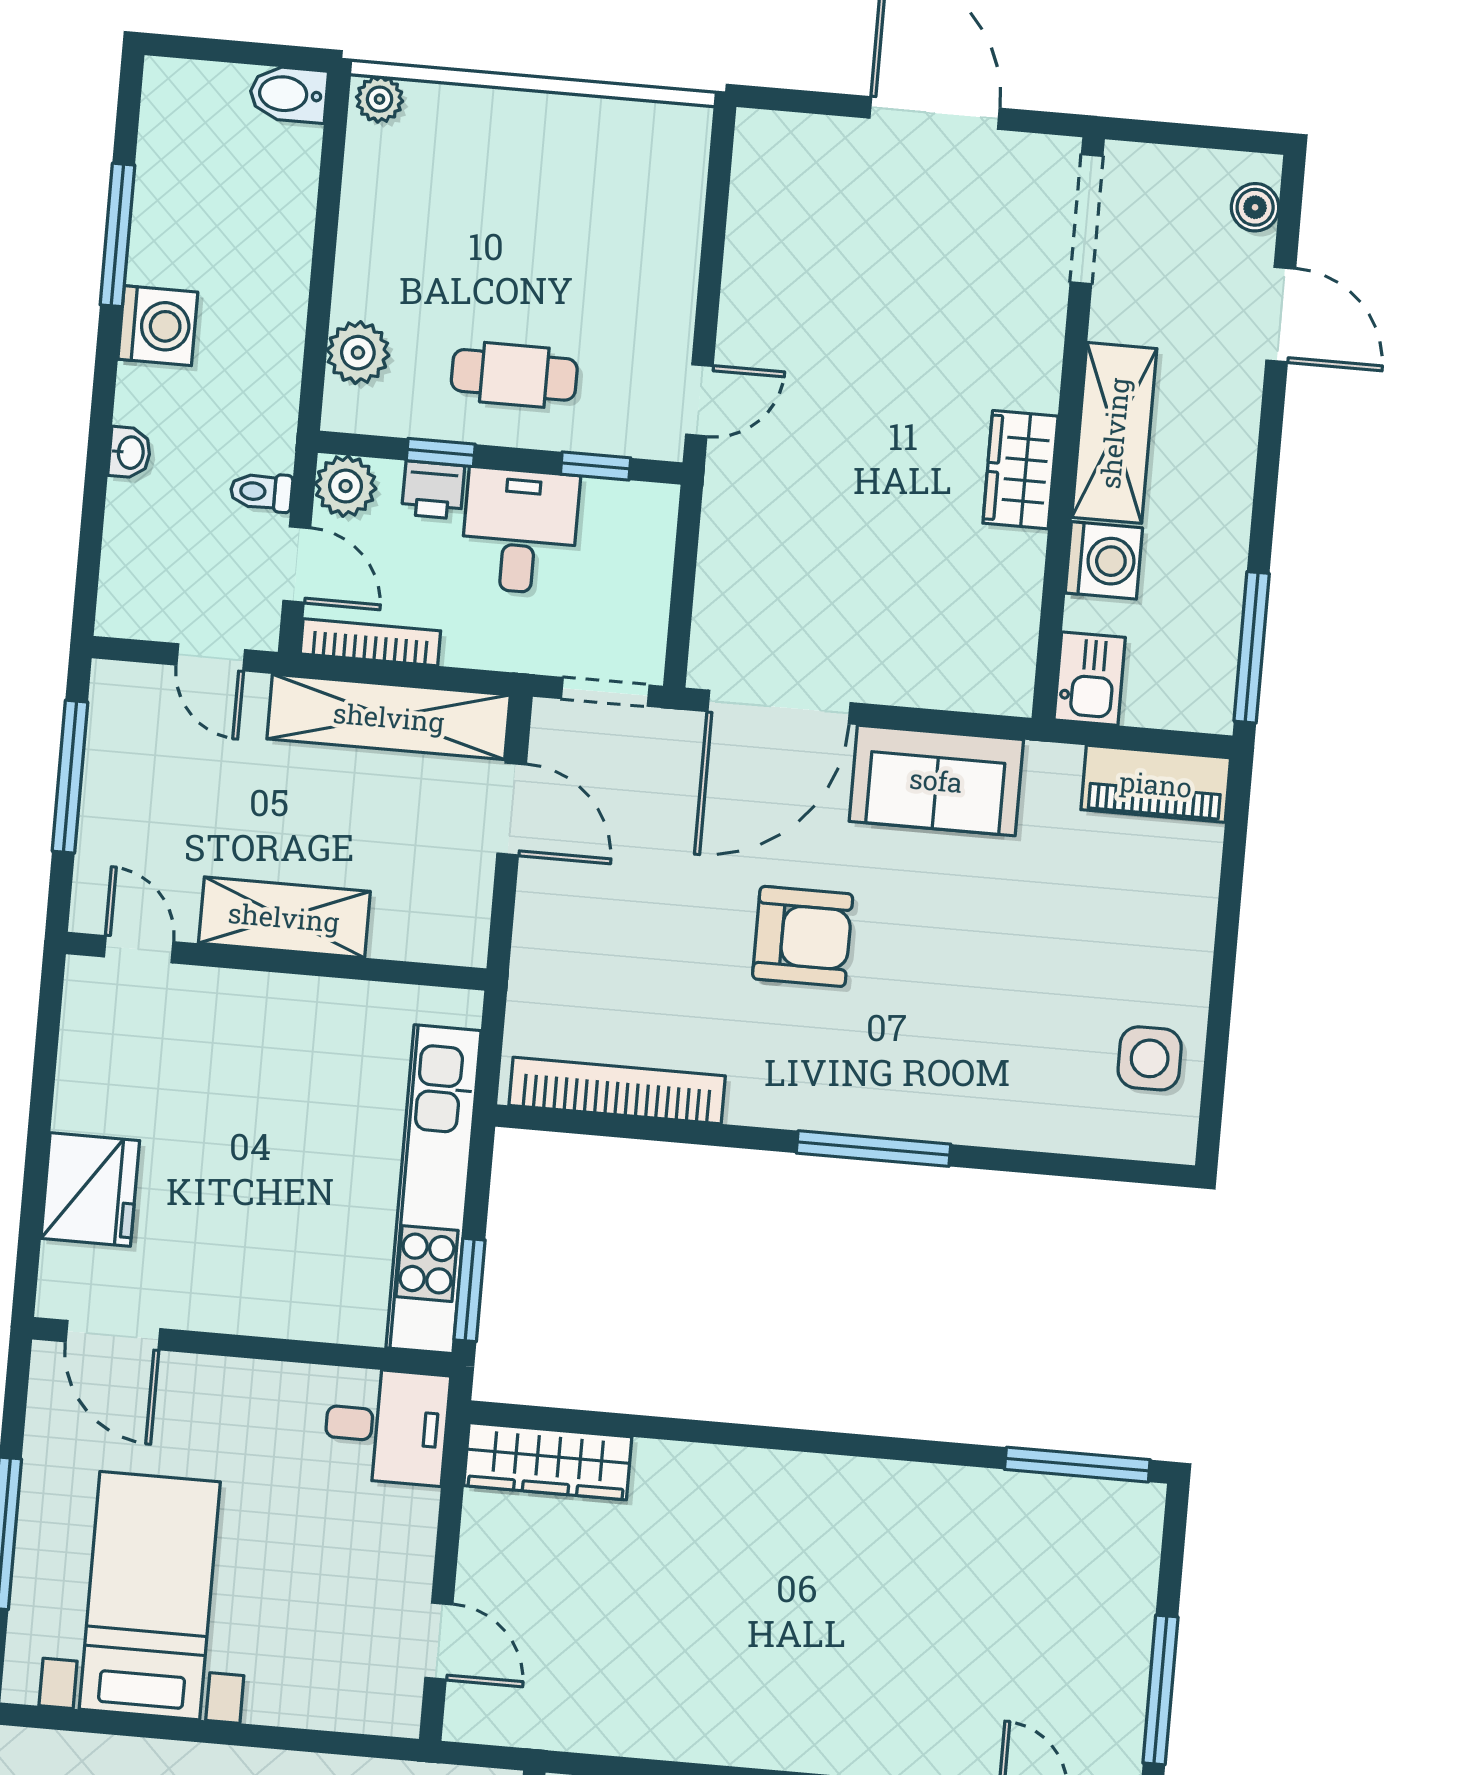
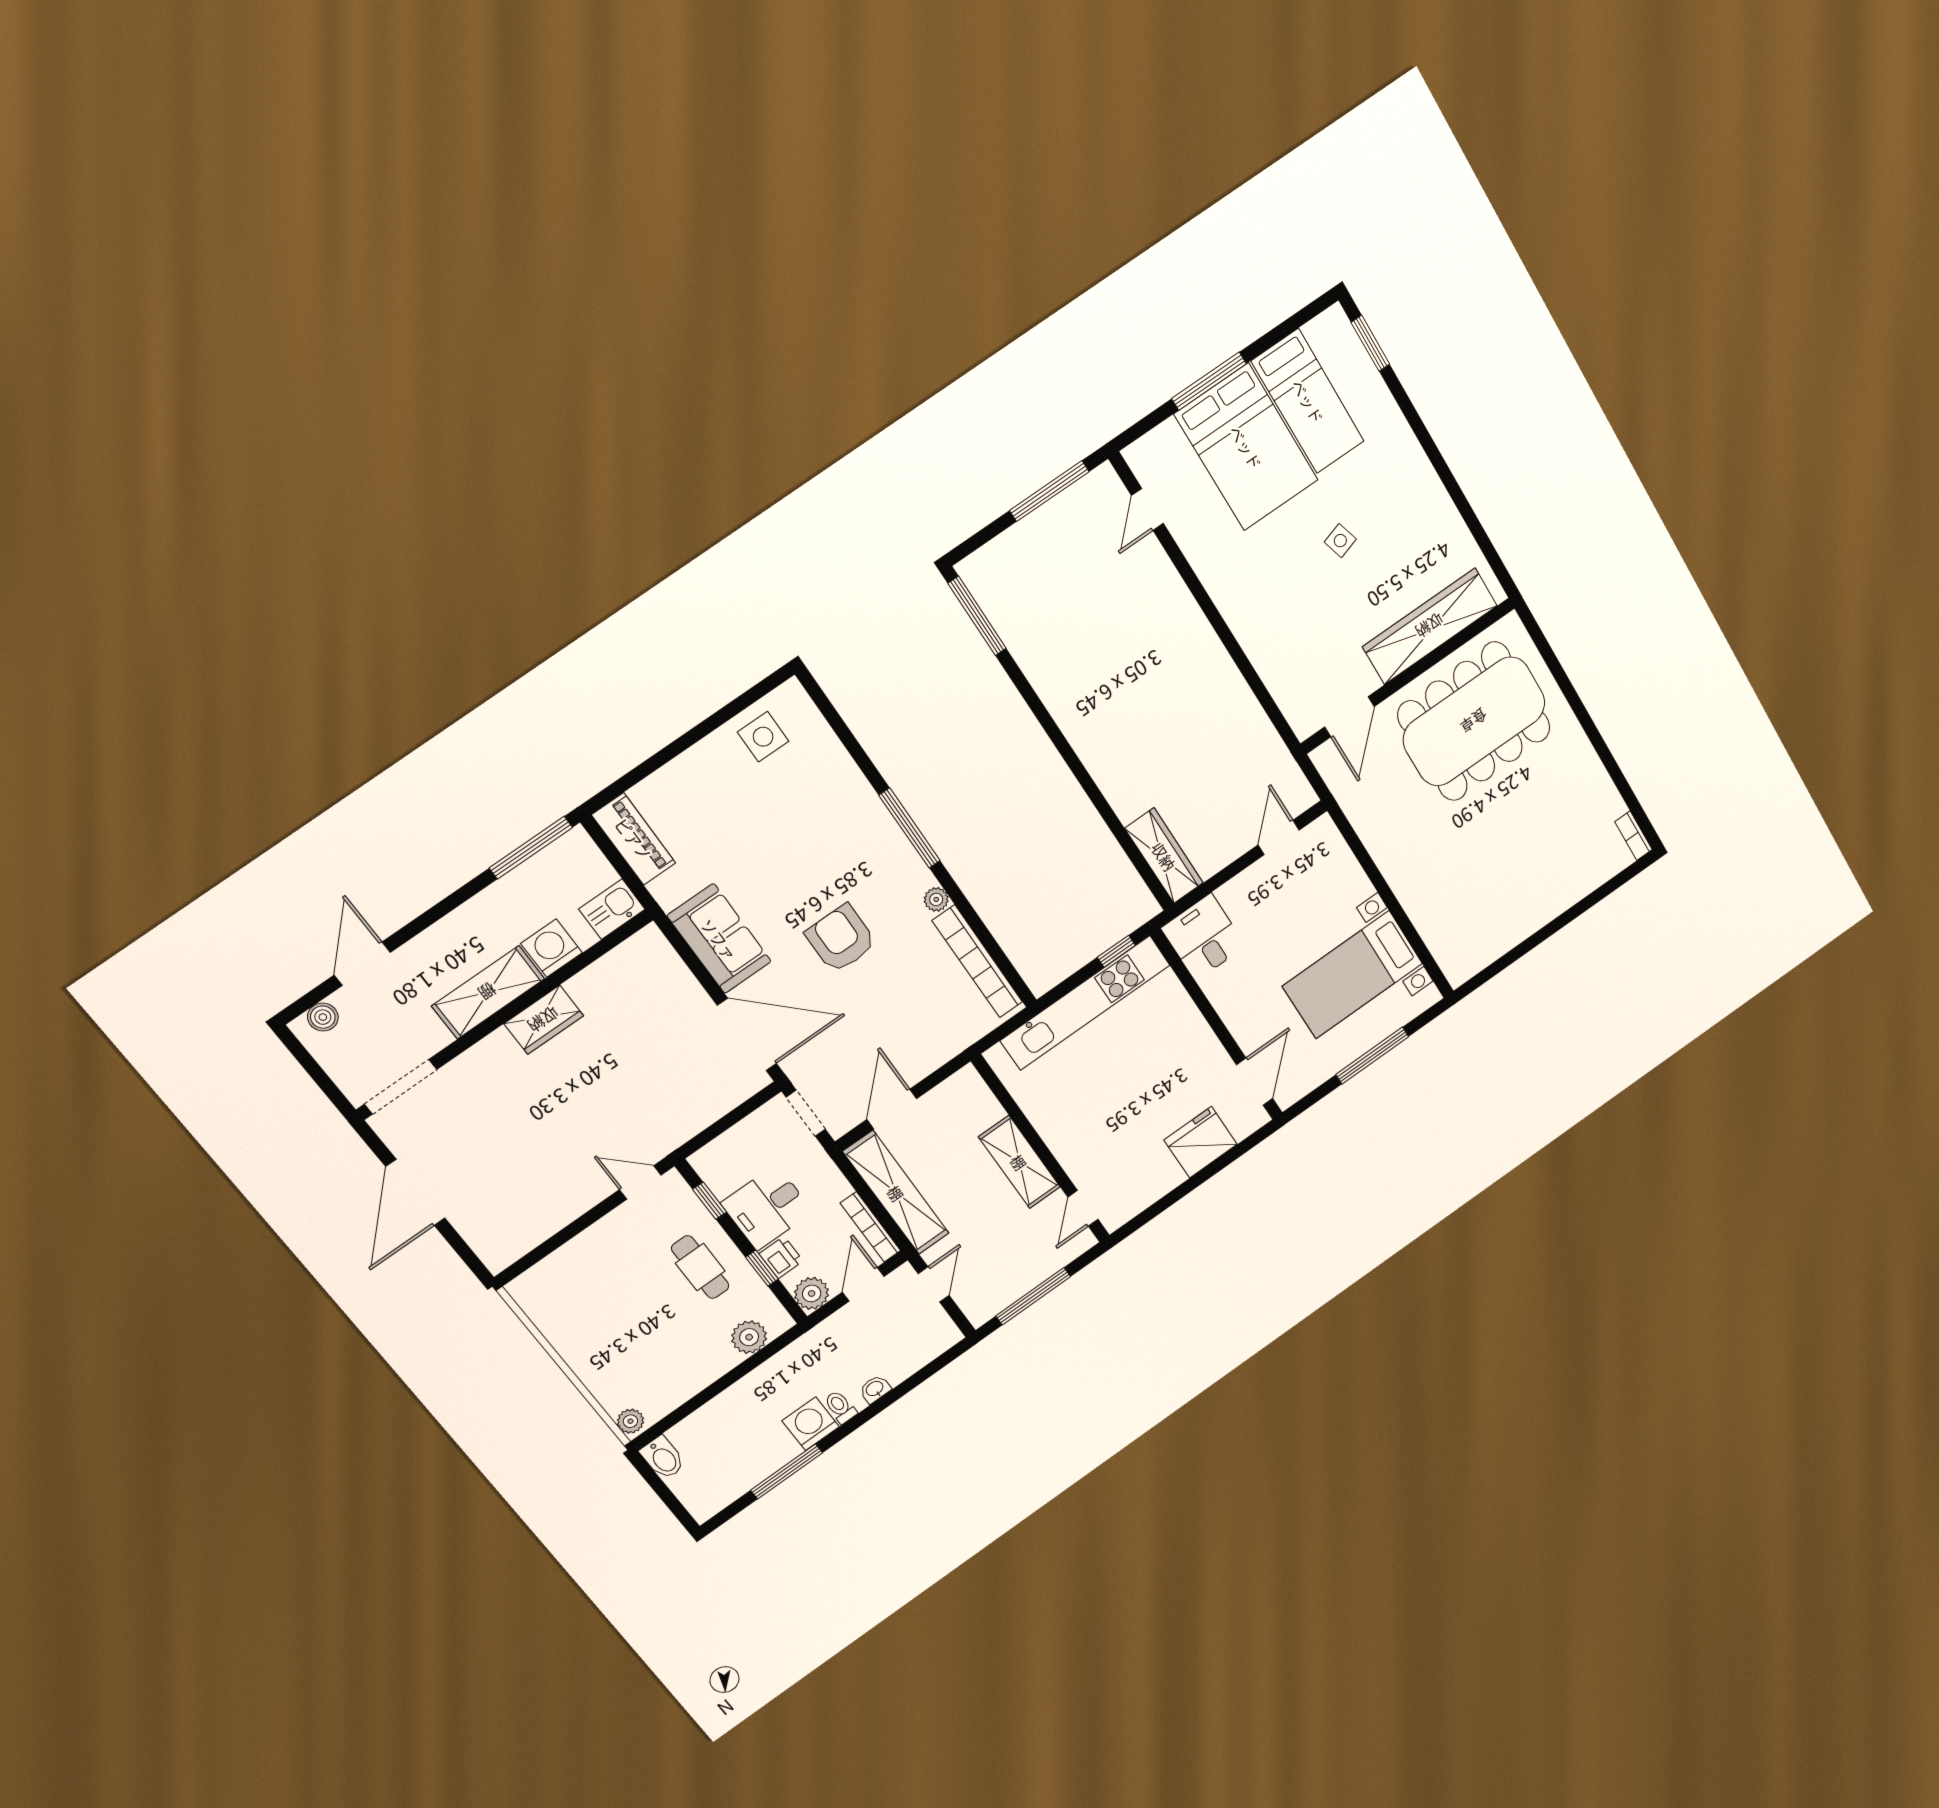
toilet: (261, 492) -> (840, 1407), moved, turned 180
plant: (749, 1105) -> (936, 899), added
window: (470, 1290) -> (1116, 951), width x0.67

